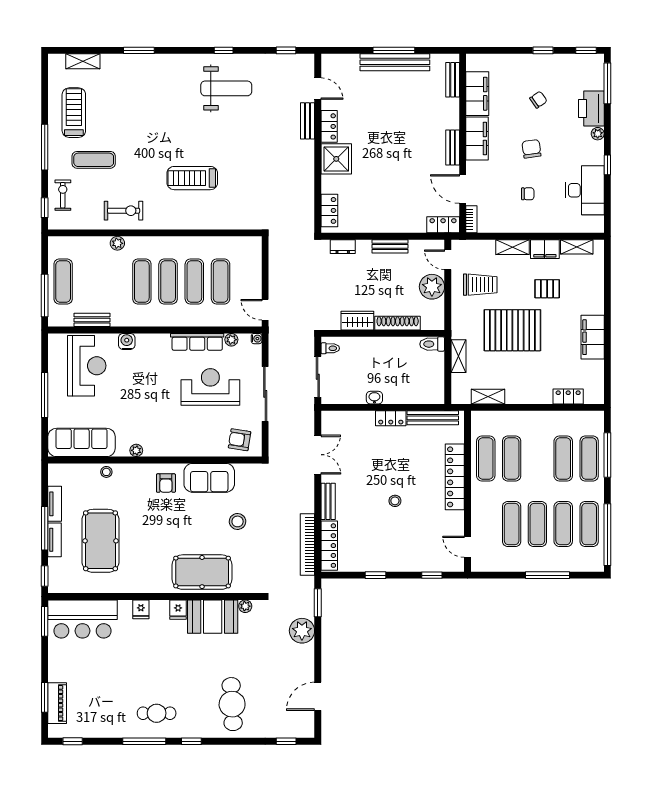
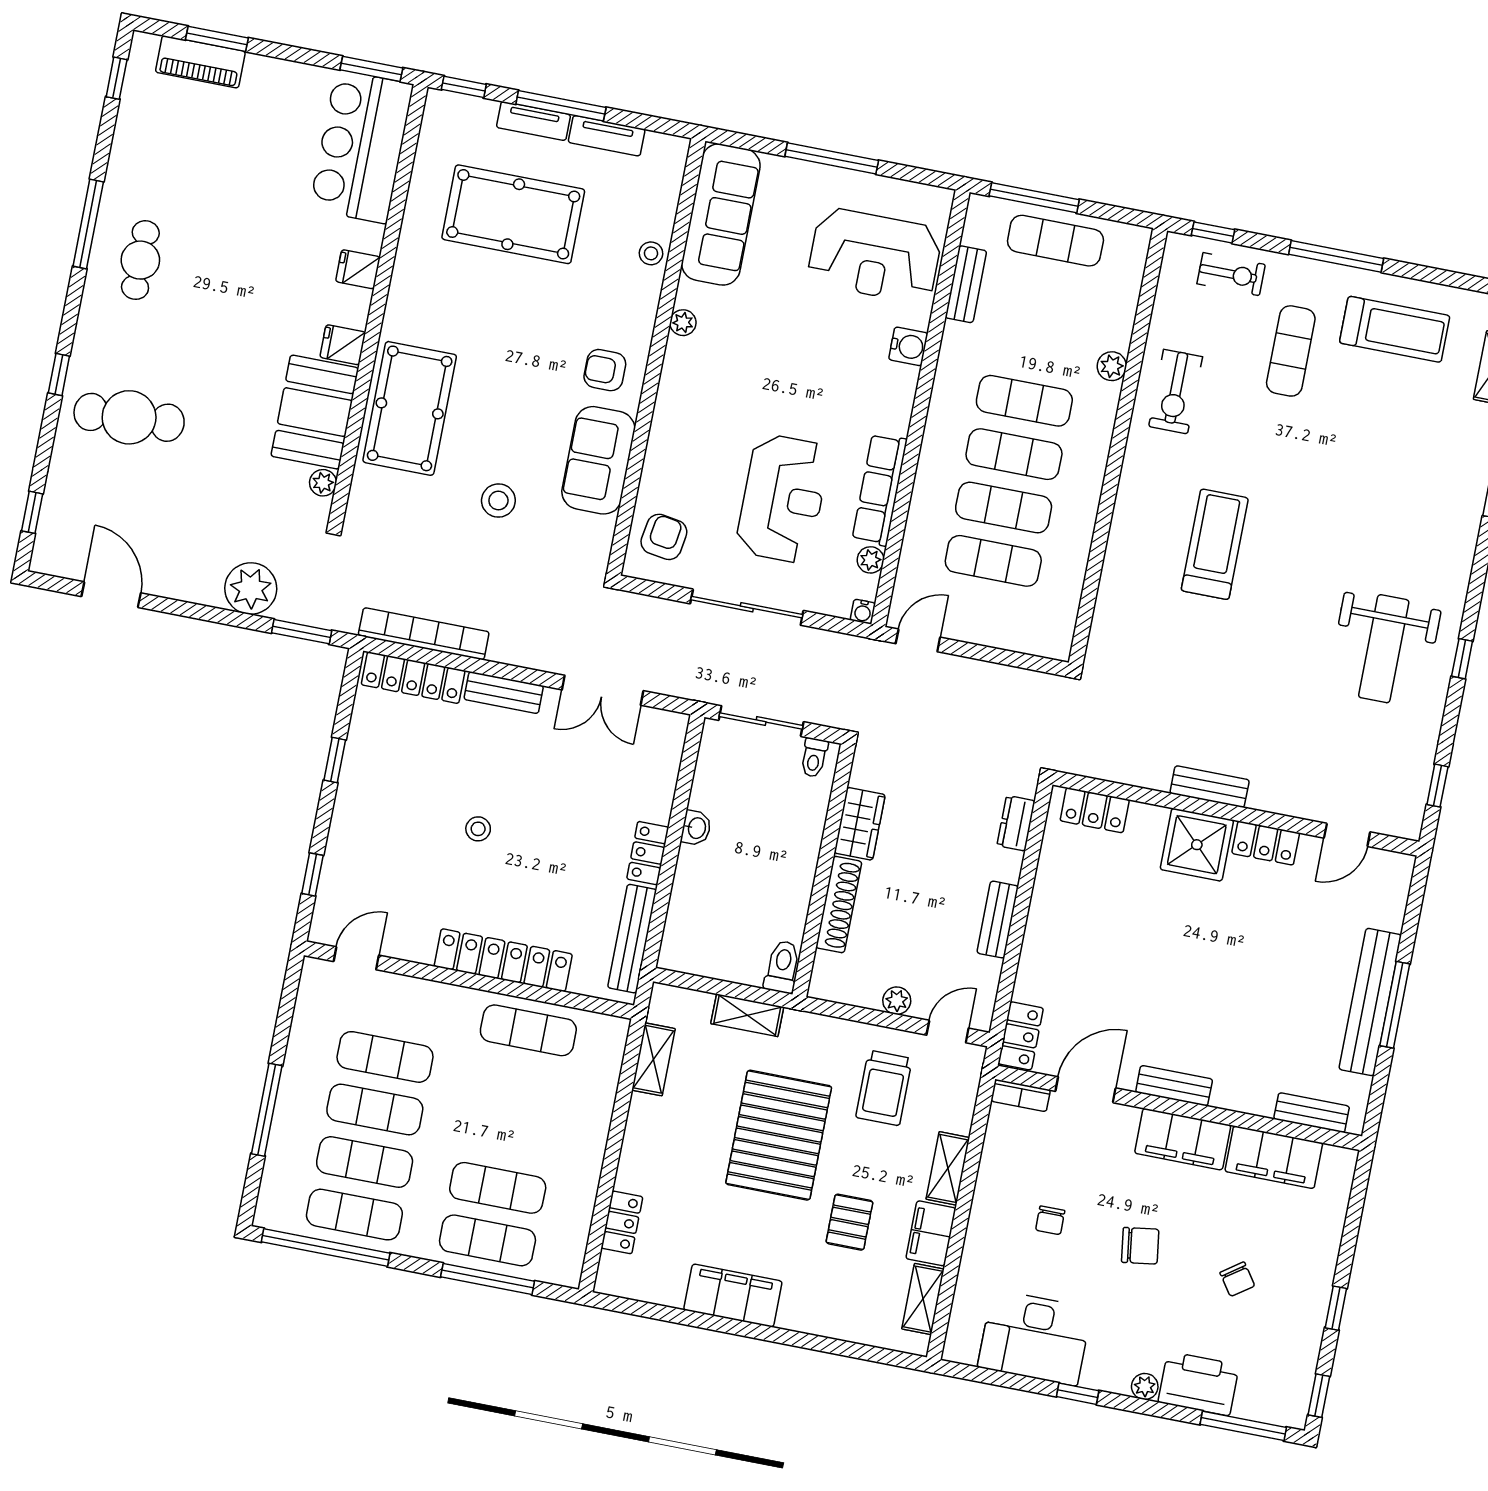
bench: (308, 121) -> (1210, 787), moved
plant: (432, 287) -> (897, 1001), width x0.53, depth x0.53
exercise mat: (512, 459) -> (518, 1083), removed
window: (191, 741) -> (59, 374), moved

